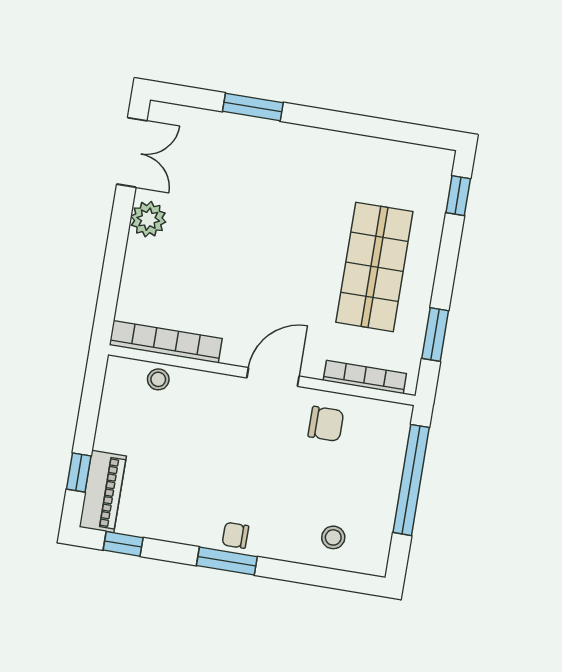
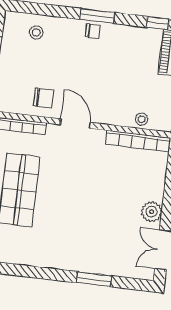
door: (273, 377) -> (75, 124), swing flipped
chair: (326, 424) -> (43, 98), turned 180

